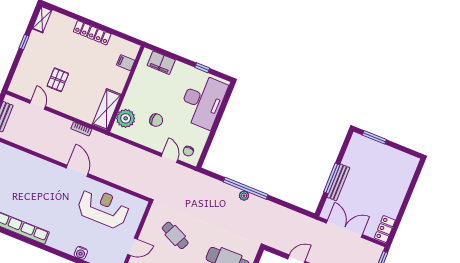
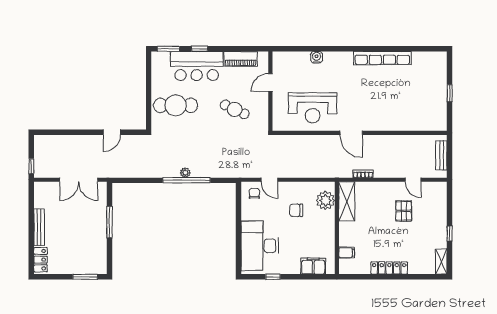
bench: (338, 182) -> (39, 227), moved
locker: (385, 229) -> (41, 260), moved

